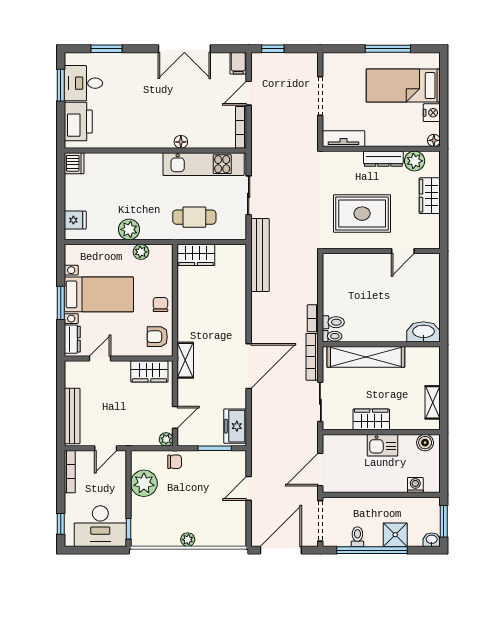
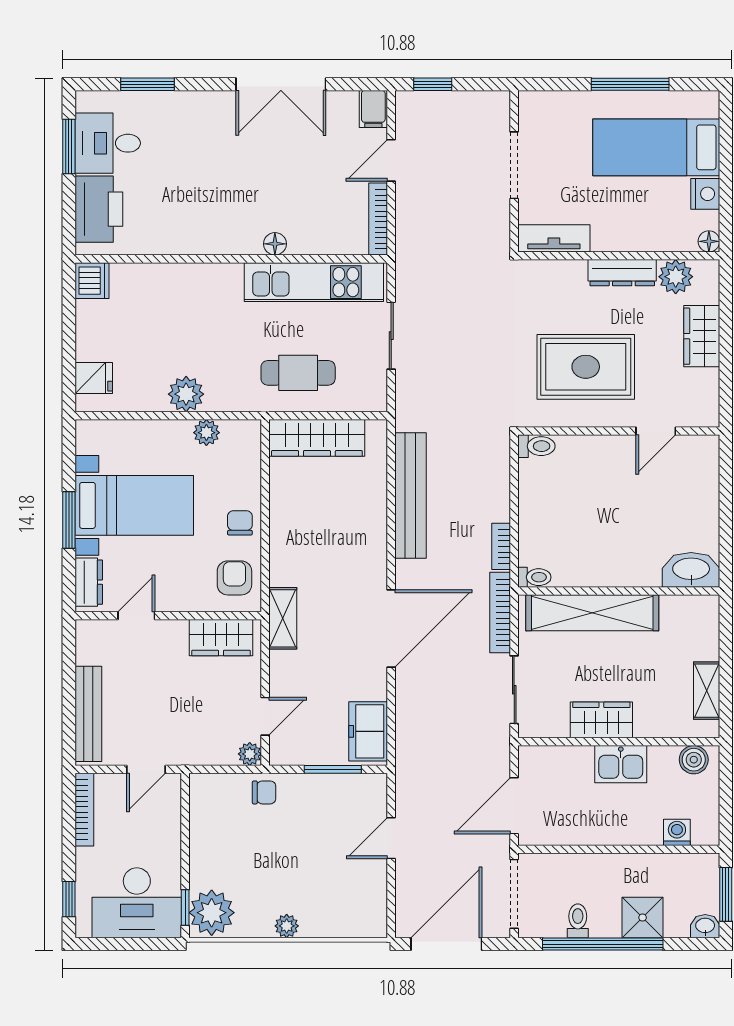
wardrobe: (196, 255) -> (317, 438), width x1.50
bench: (260, 255) -> (411, 496), moved
toilet: (333, 322) -> (536, 446), moved
armchair: (157, 337) -> (234, 578), turned 90
plant: (144, 483) -> (212, 913), moved

